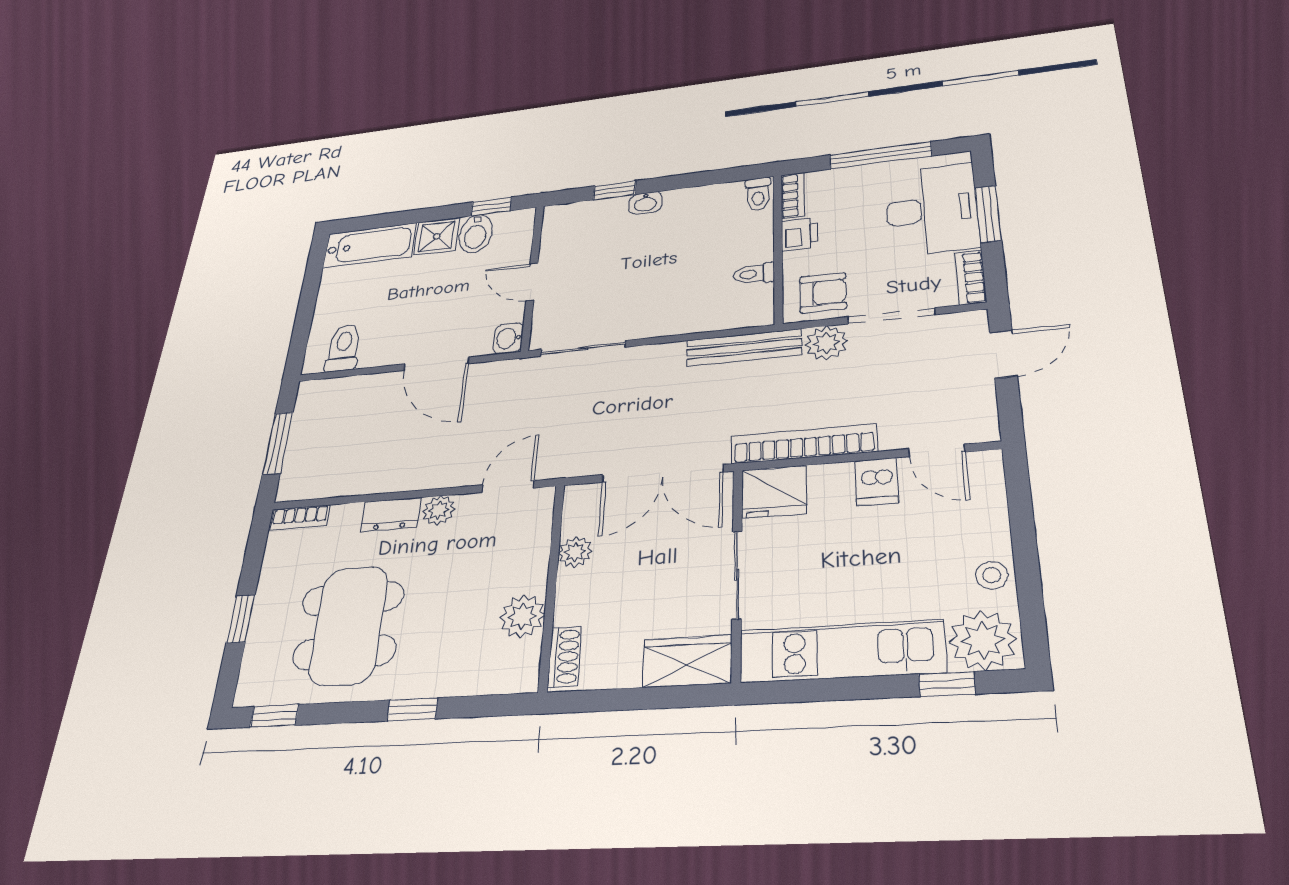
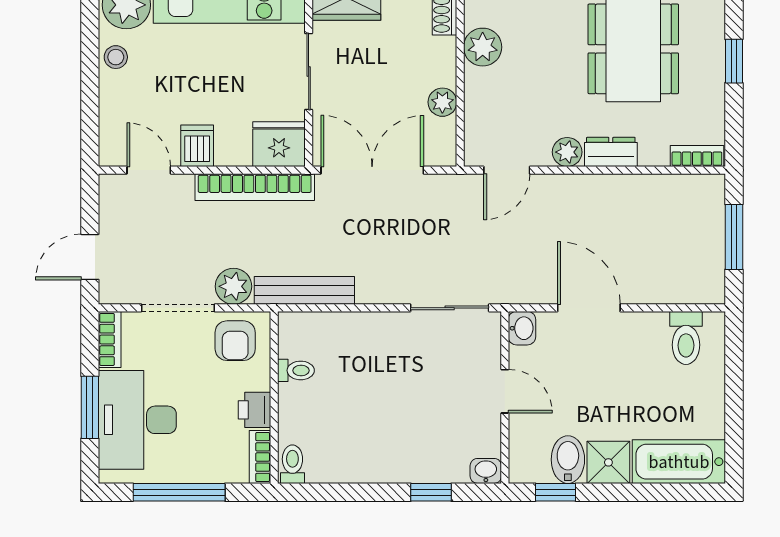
washbasin: (645, 203) -> (486, 471), moved
armchair: (823, 293) -> (235, 341), turned -90

